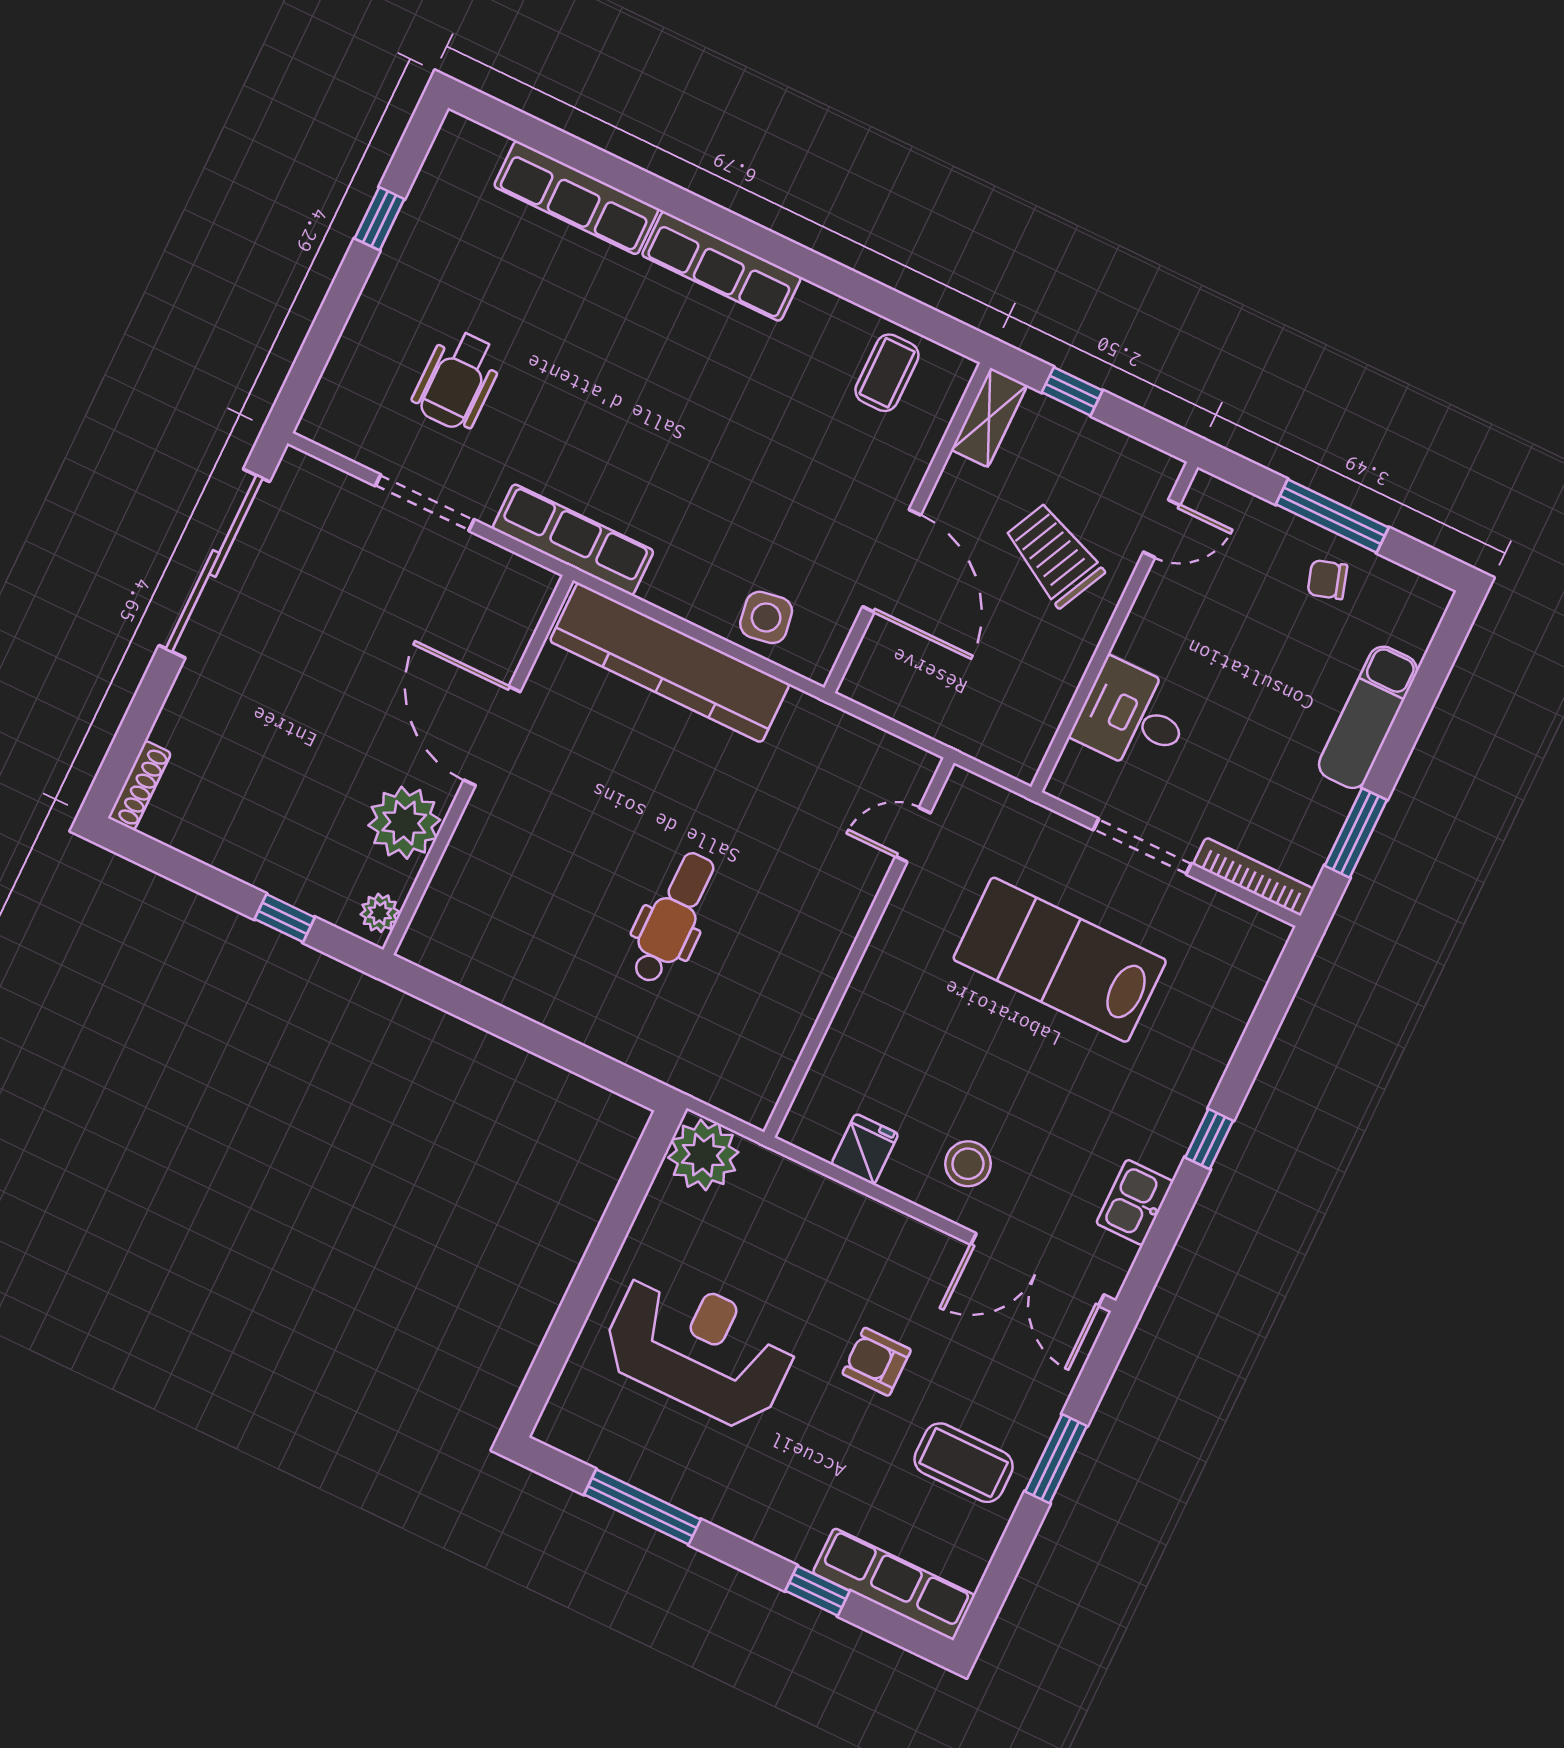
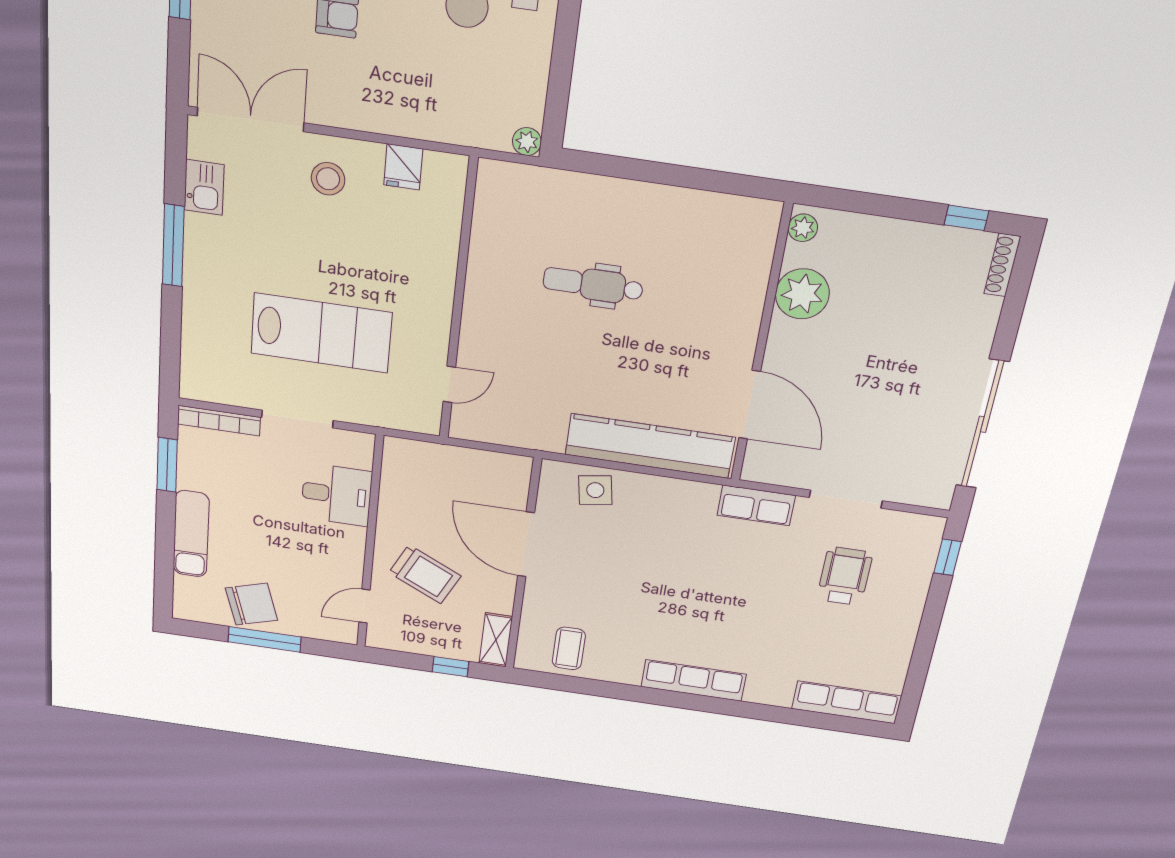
row of seats: (576, 198) -> (847, 702), moved
window: (379, 219) -> (948, 557), moved
row of seats: (573, 540) -> (756, 505), width x0.68
chair: (1327, 580) -> (251, 604), width x1.87, depth x1.87
door: (492, 736) -> (750, 405), moved
window: (285, 918) -> (966, 218), moved
dental chair: (673, 918) -> (593, 284), turned 90
window: (1209, 1139) -> (173, 246), width x2.17
plant: (703, 1155) -> (527, 142), width x0.53, depth x0.53

